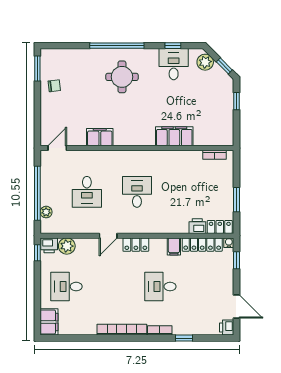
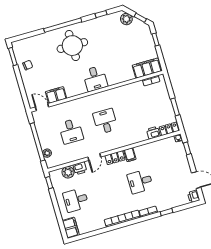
desk: (174, 64) -> (95, 79), moved, turned 180
round table: (122, 77) -> (72, 46), width x1.36, depth x1.36
filing cabinet: (174, 136) -> (147, 68), moved
filing cabinet: (100, 137) -> (56, 95), moved
door: (57, 148) -> (42, 107), hinge flipped
printer: (49, 245) -> (80, 168), moved
locker: (202, 245) -> (160, 144), removed
filing cabinet: (174, 246) -> (130, 155), moved

